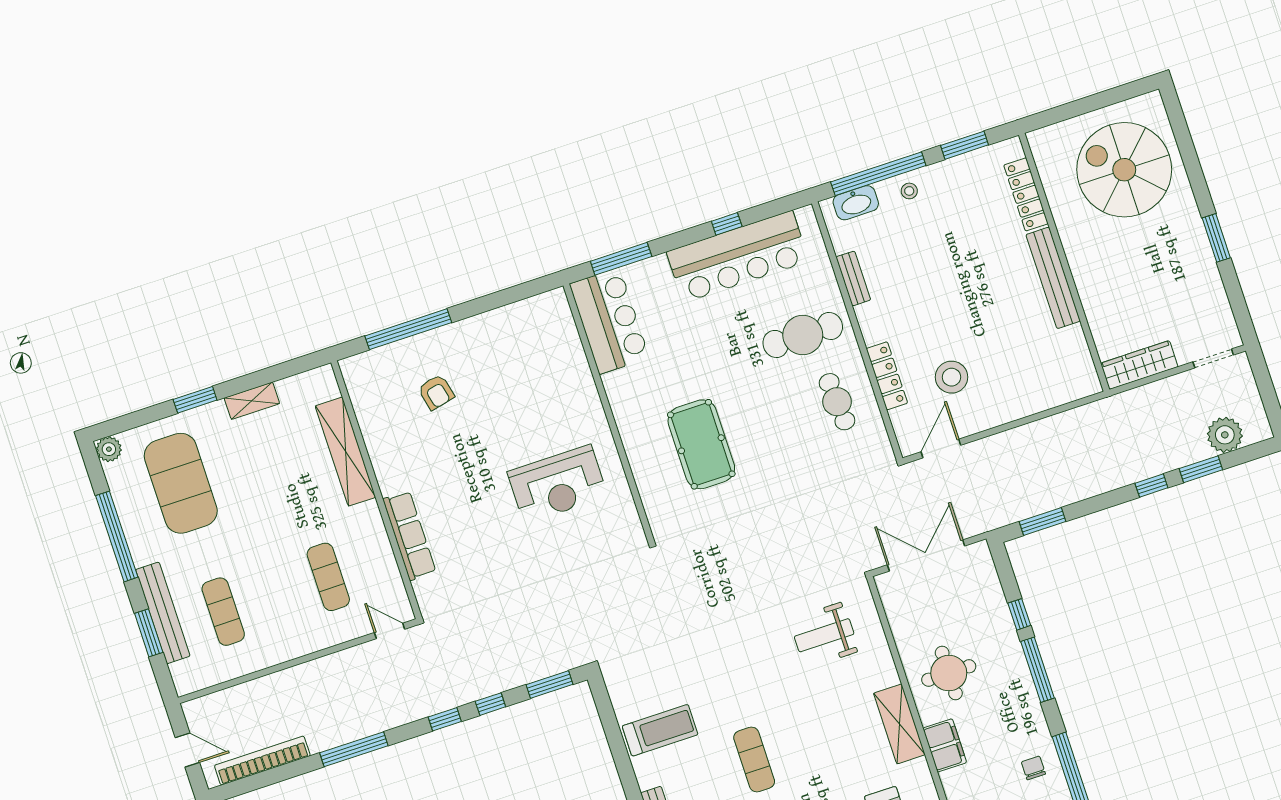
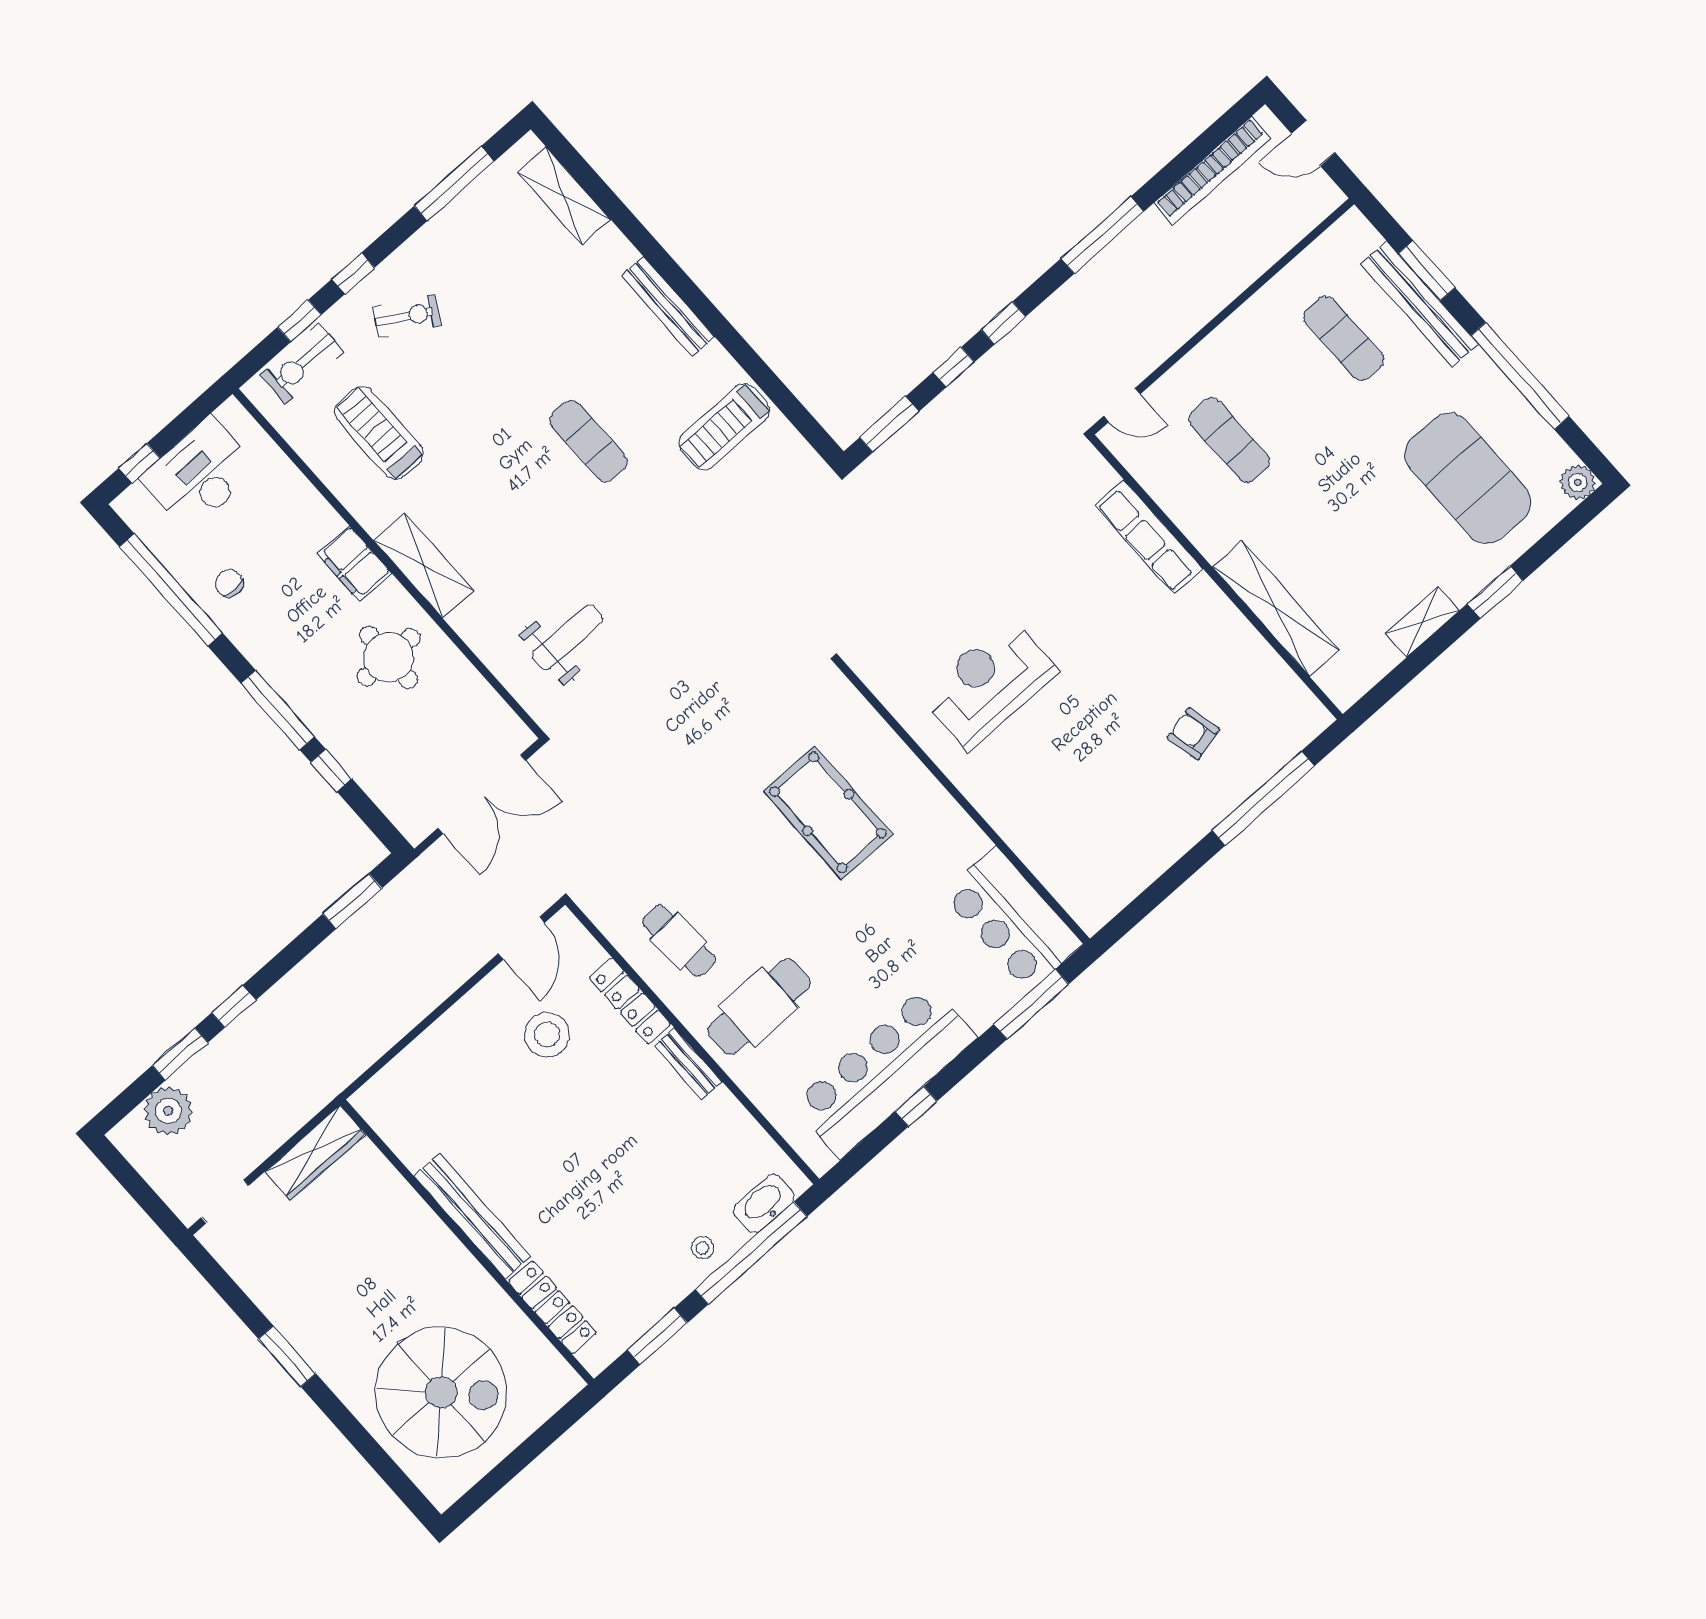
bench: (853, 278) -> (688, 1064), moved
chair: (1033, 768) -> (229, 583), turned 180

